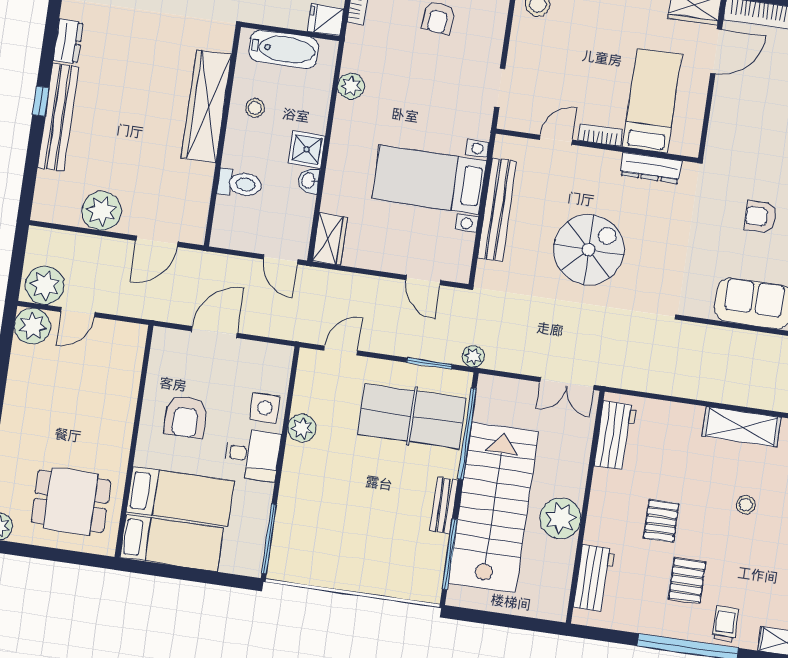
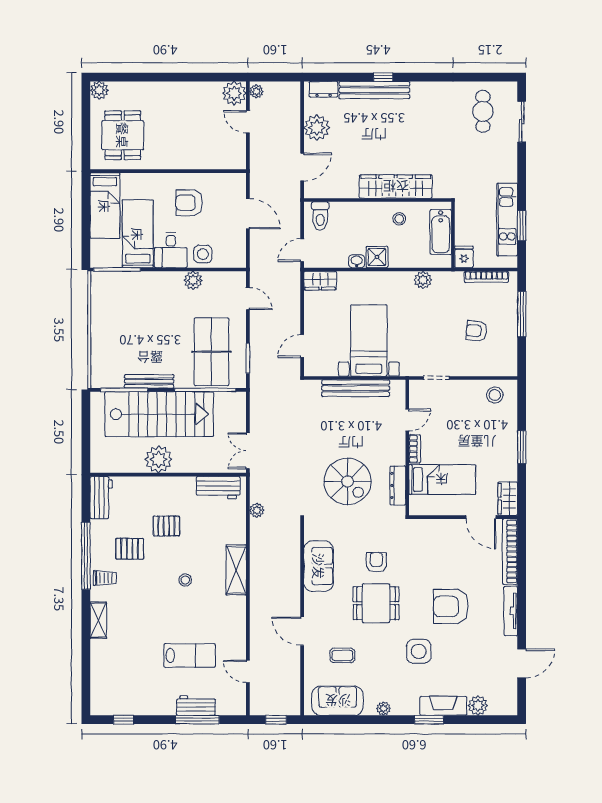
dresser: (68, 41) -> (324, 89), moved
door: (556, 140) -> (407, 420), hinge flipped
toilet: (240, 184) -> (320, 216), moved
door: (157, 241) -> (302, 167), swing flipped
spiral stairs: (589, 250) -> (348, 481), moved
plant: (45, 285) -> (256, 91), width x0.53, depth x0.53
plant: (473, 356) -> (257, 510), moved
bed: (180, 496) -> (138, 234), moved, turned 180
bench: (444, 505) -> (149, 381), width x1.36
workbench: (594, 578) -> (101, 498), moved, turned -90

